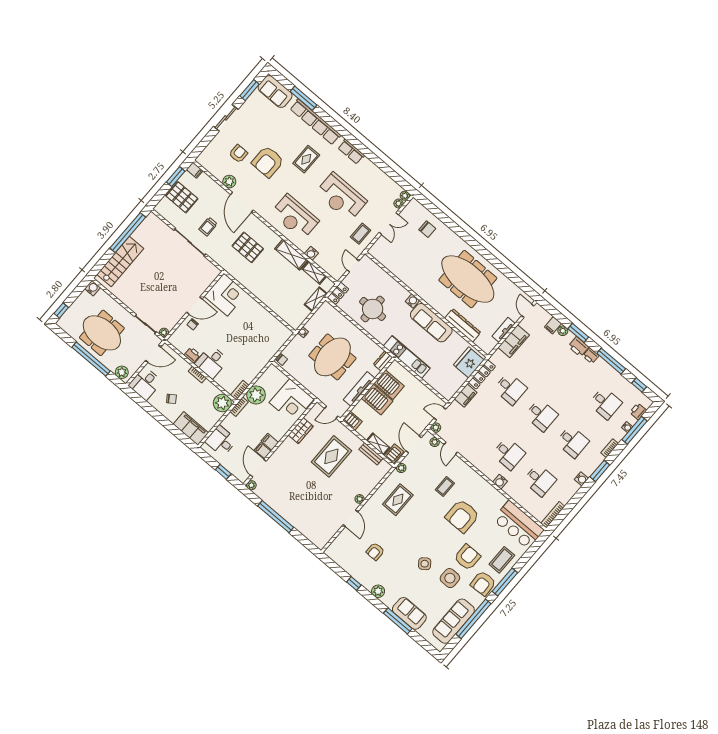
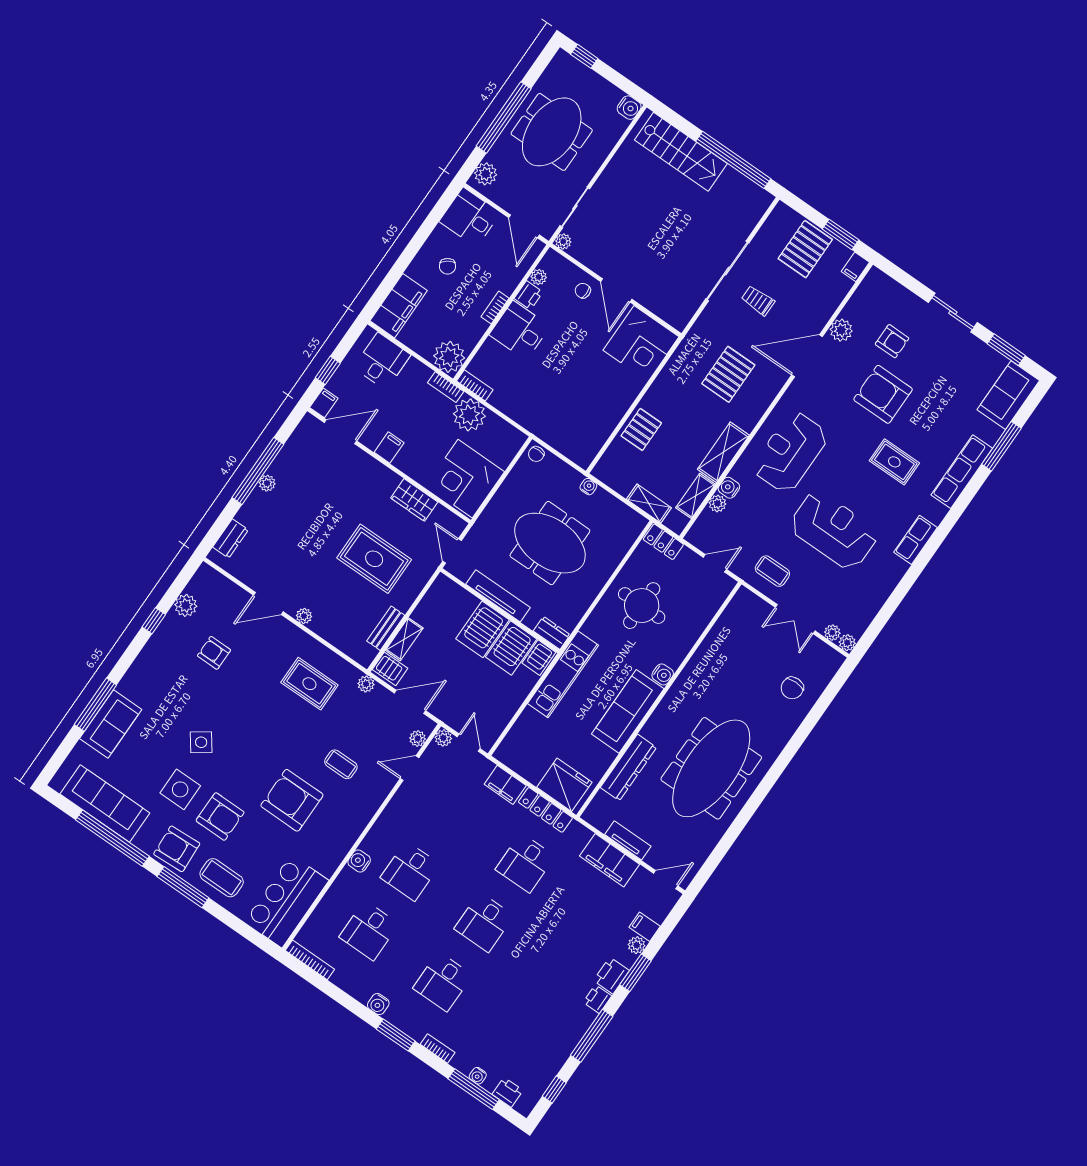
row of seats: (315, 122) -> (962, 472), width x0.73
reception desk: (341, 197) -> (834, 530), turned 90
plant: (320, 261) -> (717, 503), added
pallet: (274, 299) -> (641, 429), added
plant: (183, 348) -> (539, 277), added
desk: (605, 403) -> (516, 1033), removed
server rack: (352, 421) -> (539, 658), moved
filing cabinet: (263, 451) -> (324, 403), moved
plant: (251, 485) -> (267, 483), moved
dresser: (312, 536) -> (230, 538), added
plant: (378, 591) -> (186, 605), moved

